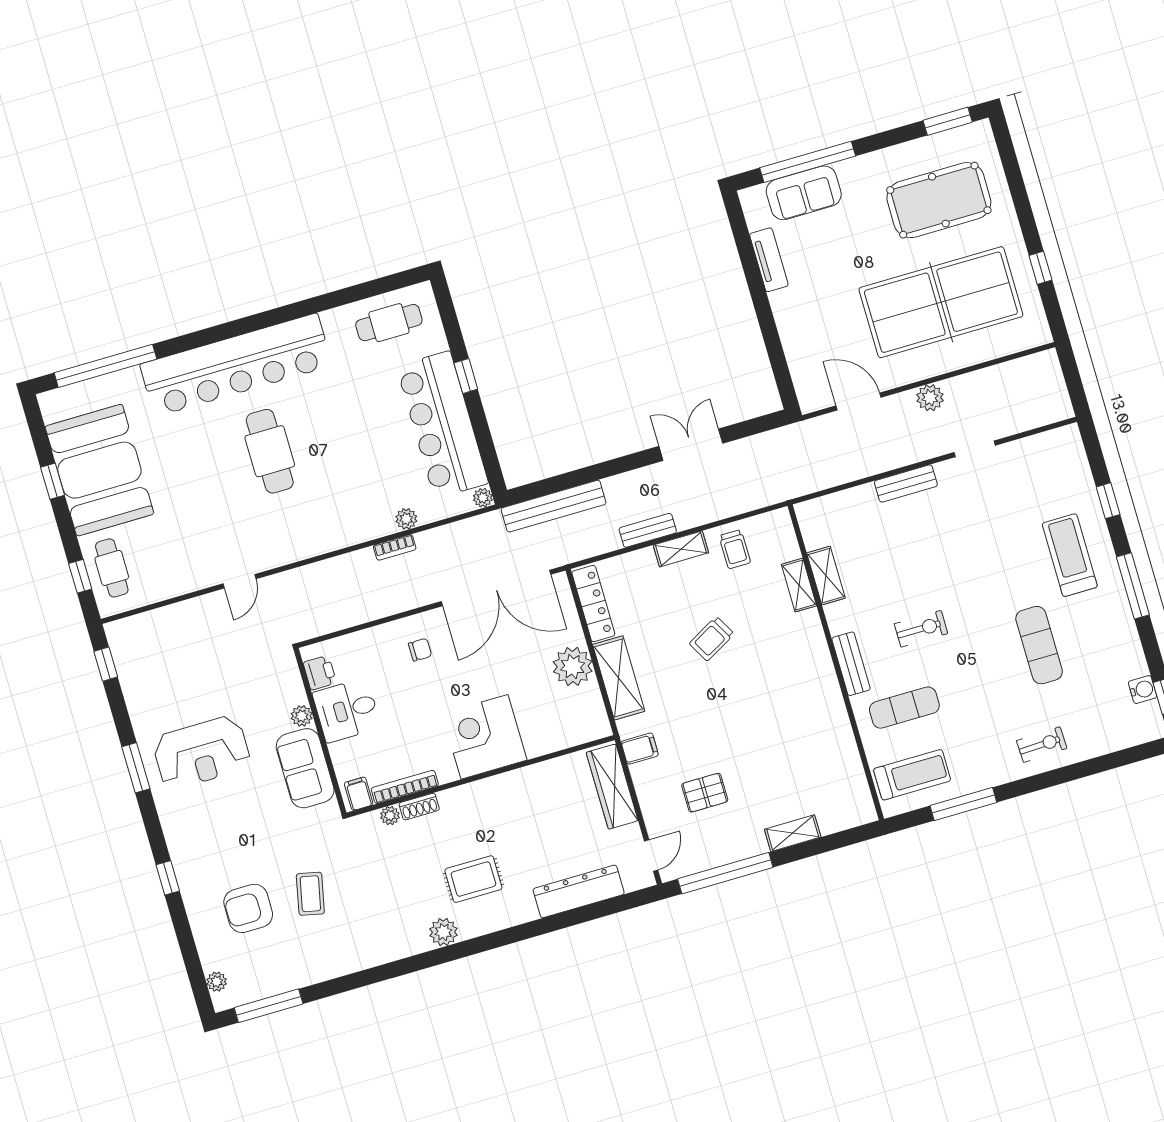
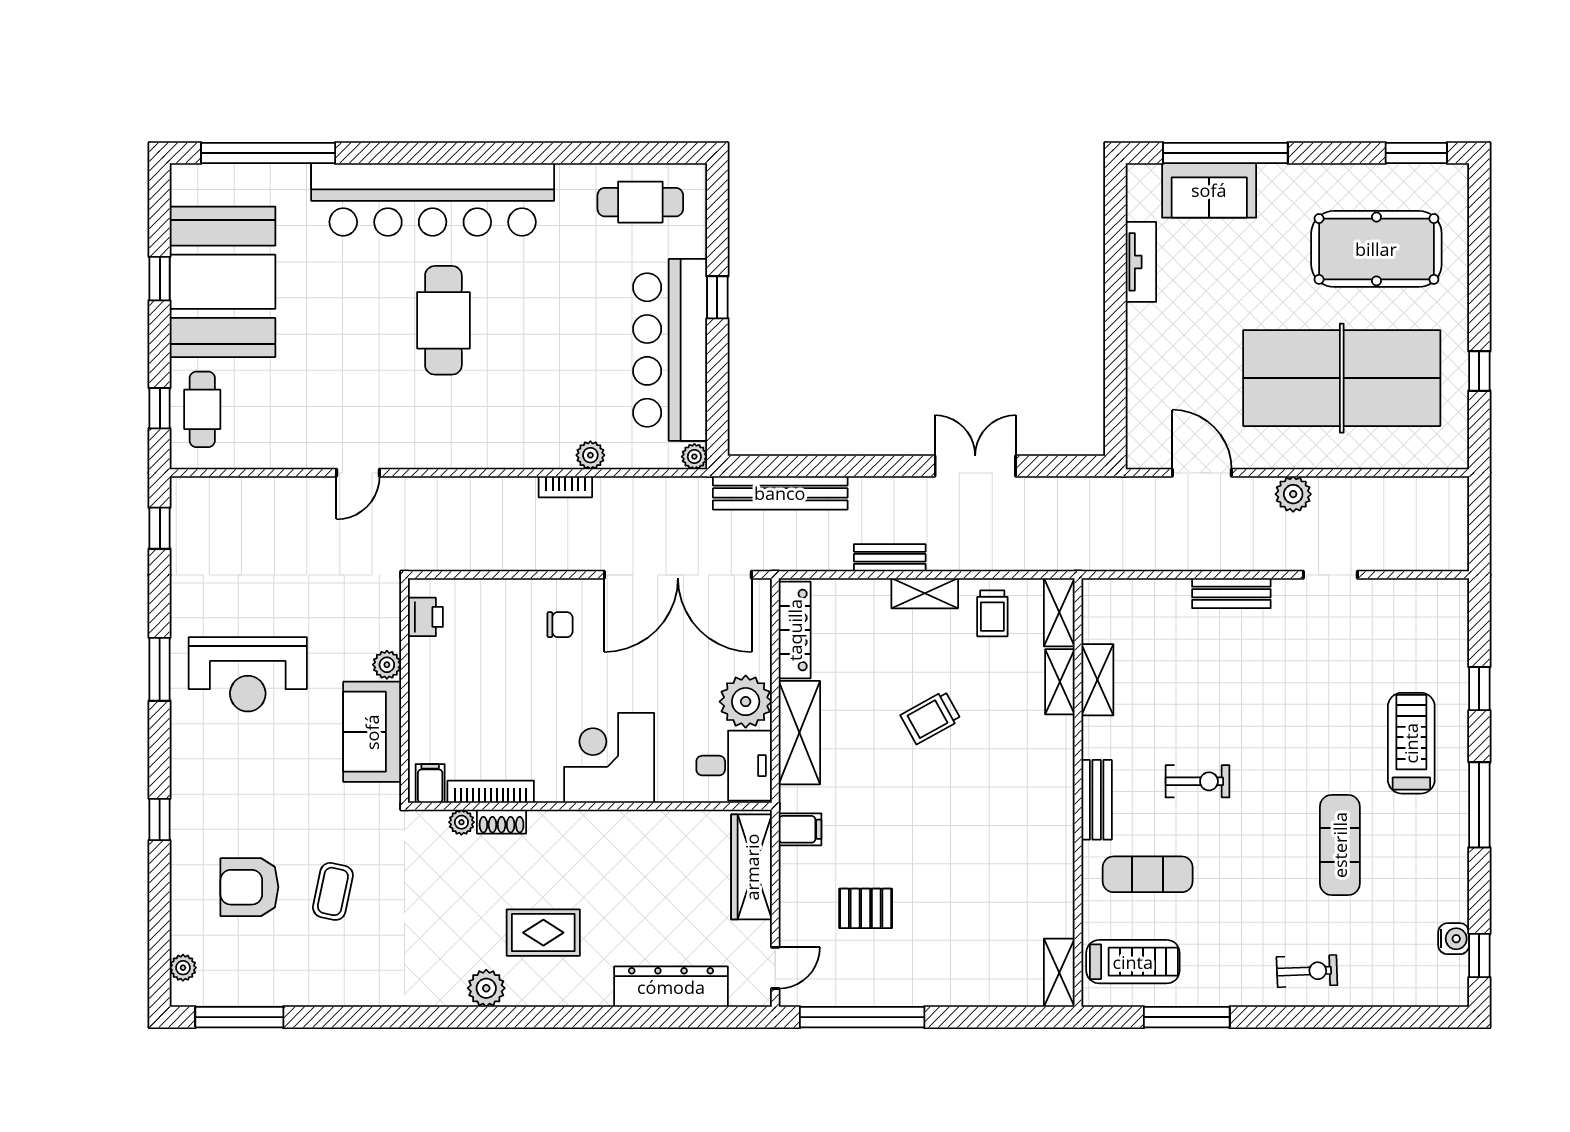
shelving: (784, 534) -> (1059, 612), added
desk: (347, 710) -> (734, 766), moved, turned 180
shelving: (793, 833) -> (1059, 973), moved, turned 90

